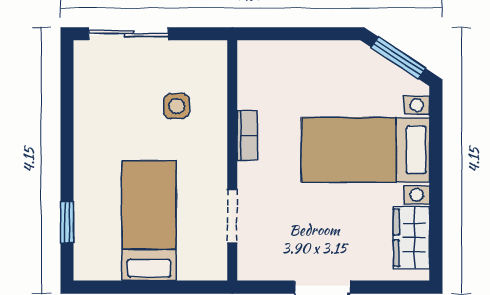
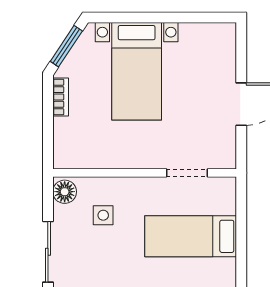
floor lamp: (207, 56) -> (65, 192), added
bookcase: (247, 135) -> (61, 97), moved, turned 90
wardrobe: (411, 238) -> (204, 36), removed

